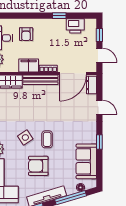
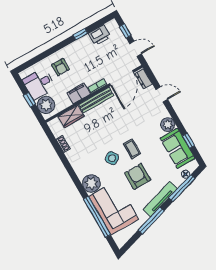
plant: (90, 136) -> (168, 125), added
window: (99, 142) -> (188, 141), moved
armchair: (38, 166) -> (138, 176), turned 90

